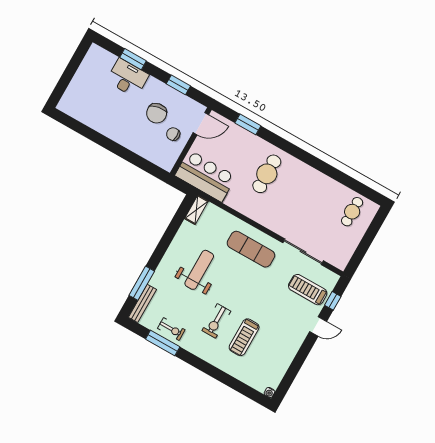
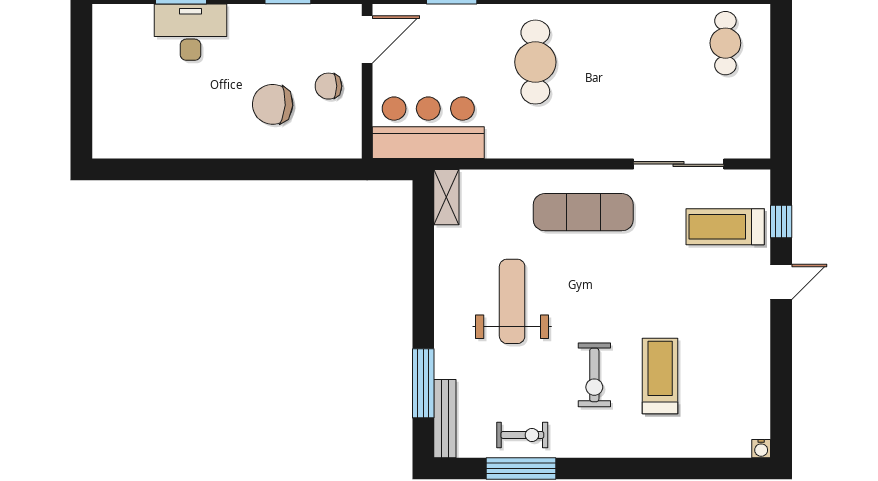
chair: (157, 113) -> (273, 104), moved, turned 105
treadmill: (244, 337) -> (660, 376), turned 180

